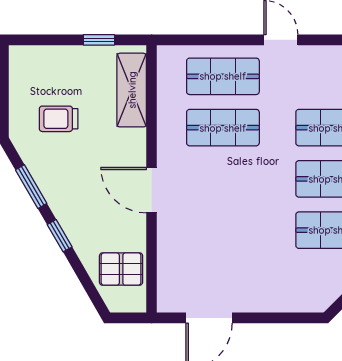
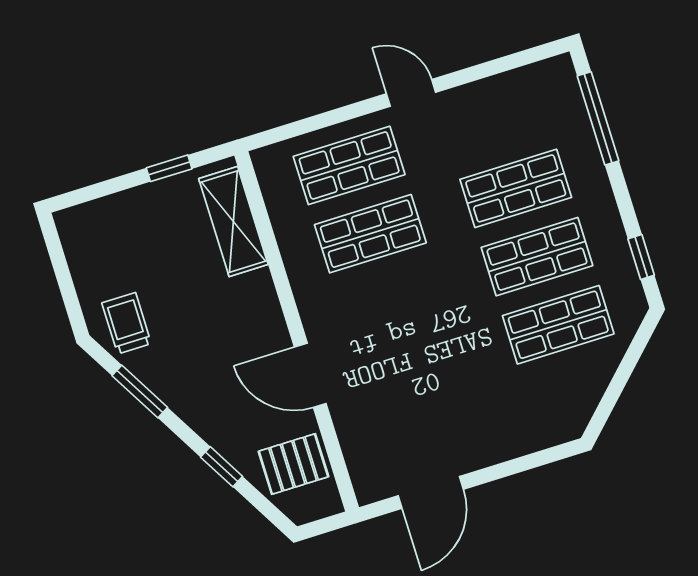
trolley: (59, 119) -> (127, 323), moved, turned 90
door: (152, 190) -> (310, 375), moved
window: (60, 236) -> (222, 467), moved

